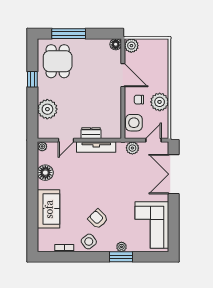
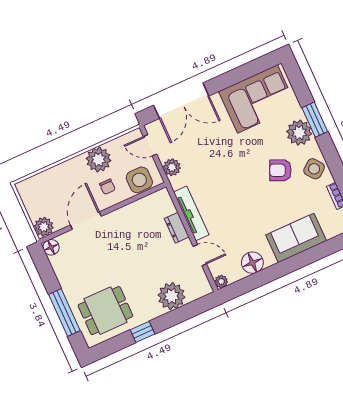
armchair: (98, 219) -> (280, 170), turned 69
plant: (121, 247) -> (299, 133), width x1.87, depth x1.87

